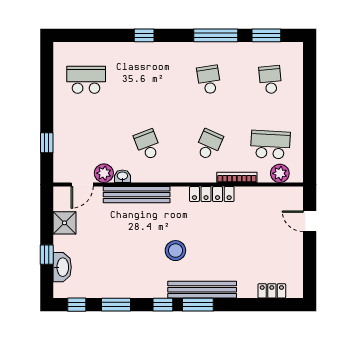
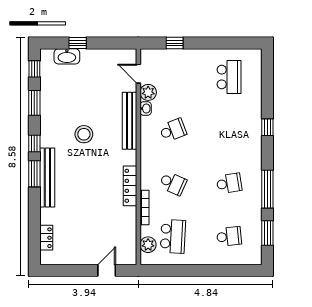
shower: (64, 223) -> (105, 58), removed
stool: (175, 251) -> (84, 134), moved

